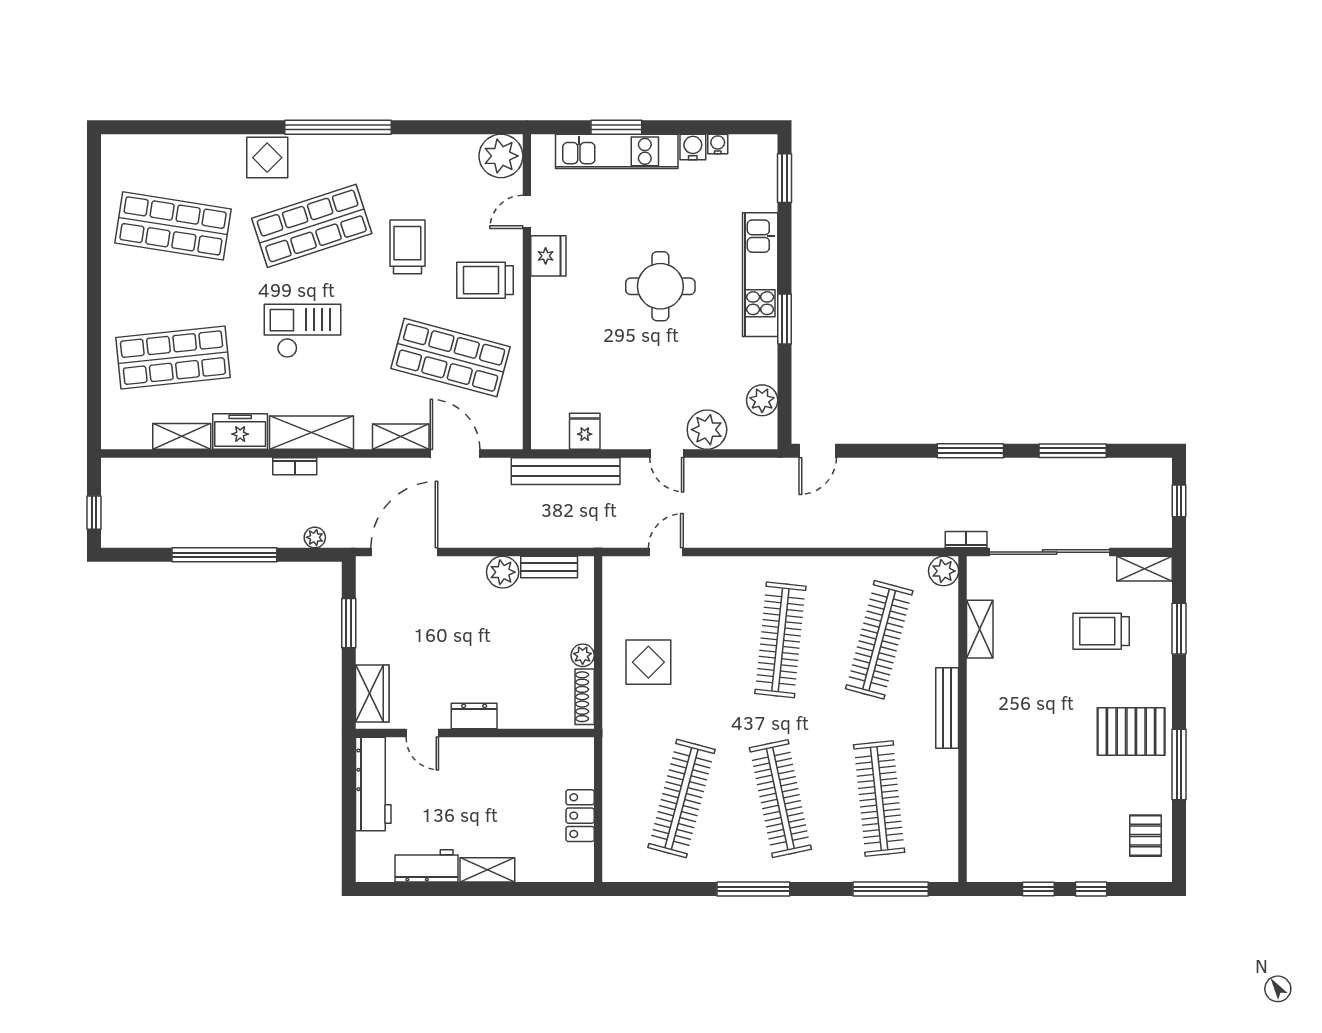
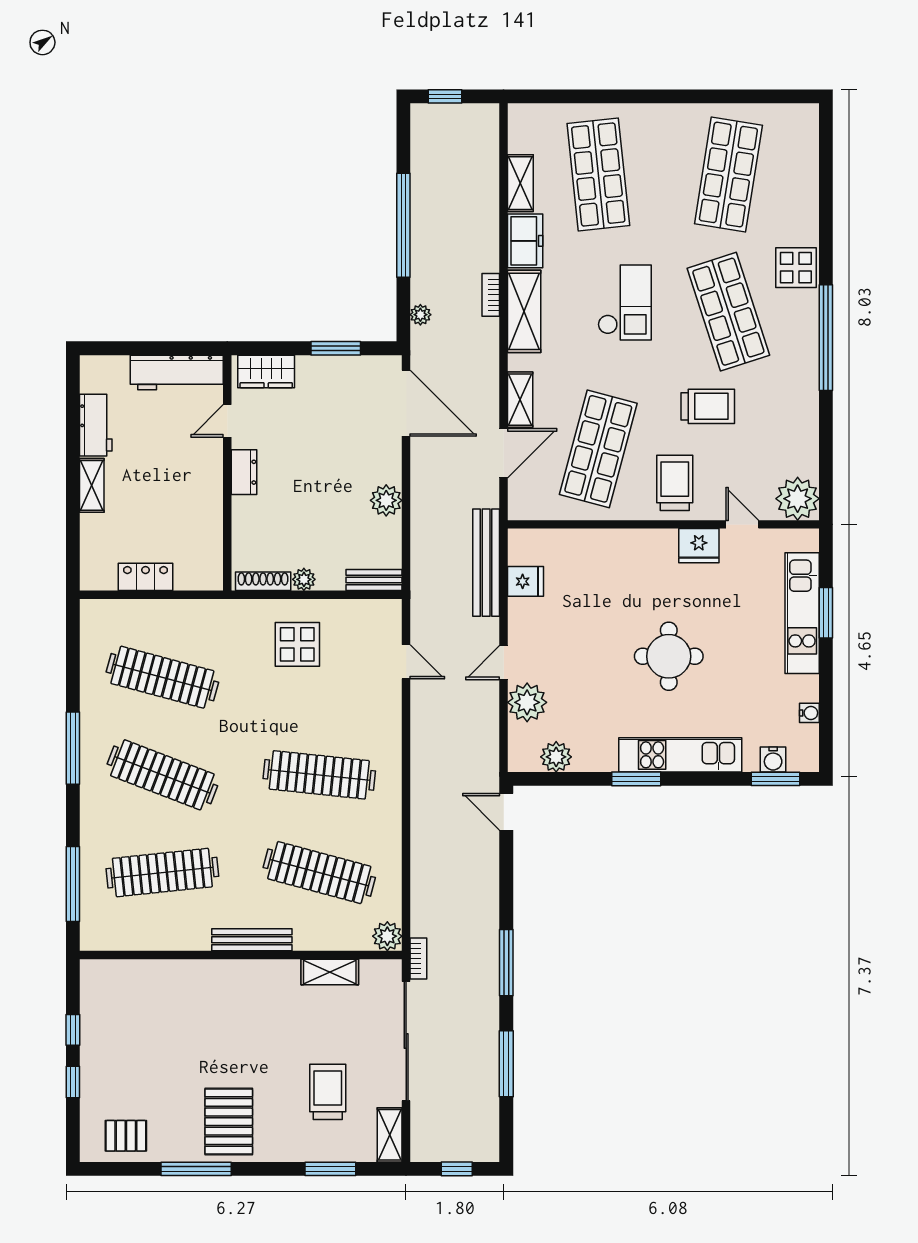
water cooler: (693, 147) -> (773, 759), moved, turned 90
bench: (549, 567) -> (374, 580), moved, turned 90
clothes rail: (780, 799) -> (162, 775), turned 33

